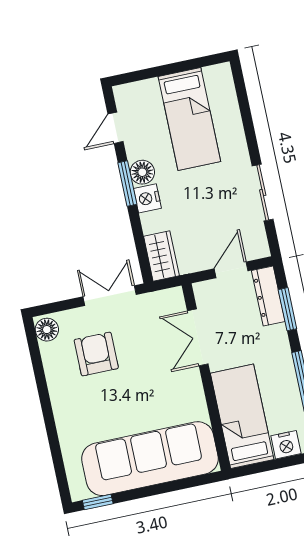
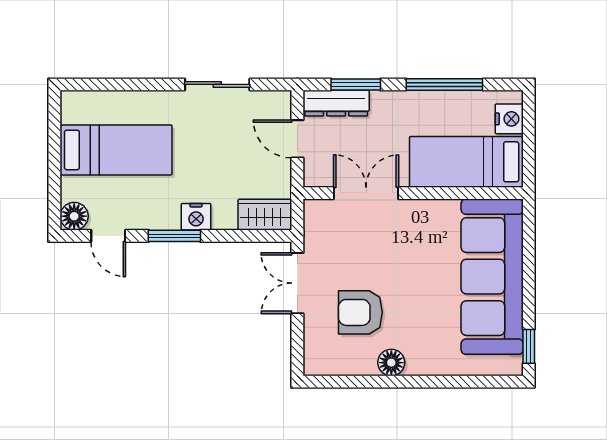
floor lamp: (142, 172) -> (74, 216), moved
floor lamp: (47, 330) -> (391, 363), moved
double door: (198, 337) -> (366, 193), swing flipped

